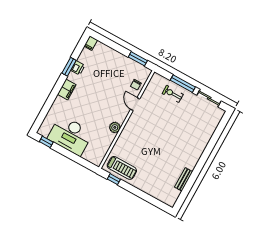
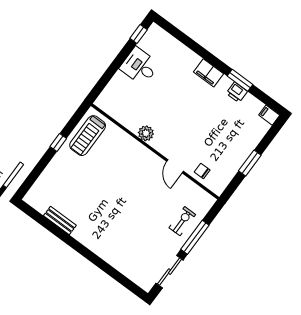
window: (138, 59) -> (250, 163), moved
door: (135, 104) -> (175, 166), swing flipped
desk: (70, 135) -> (139, 66), width x0.53, depth x0.77
window: (114, 179) -> (58, 143), moved

